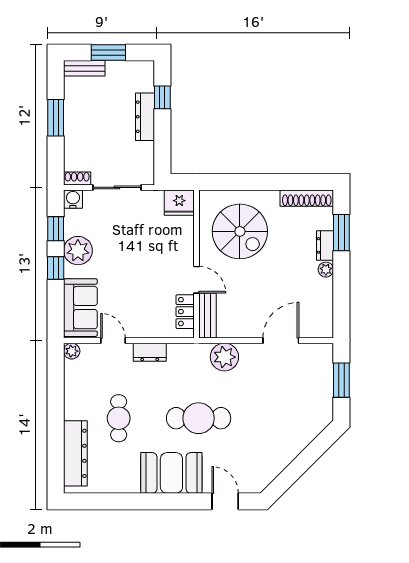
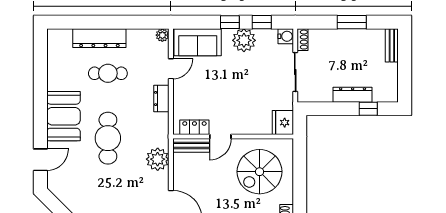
window: (108, 53) -> (405, 65), removed
dresser: (75, 453) -> (99, 38), moved

